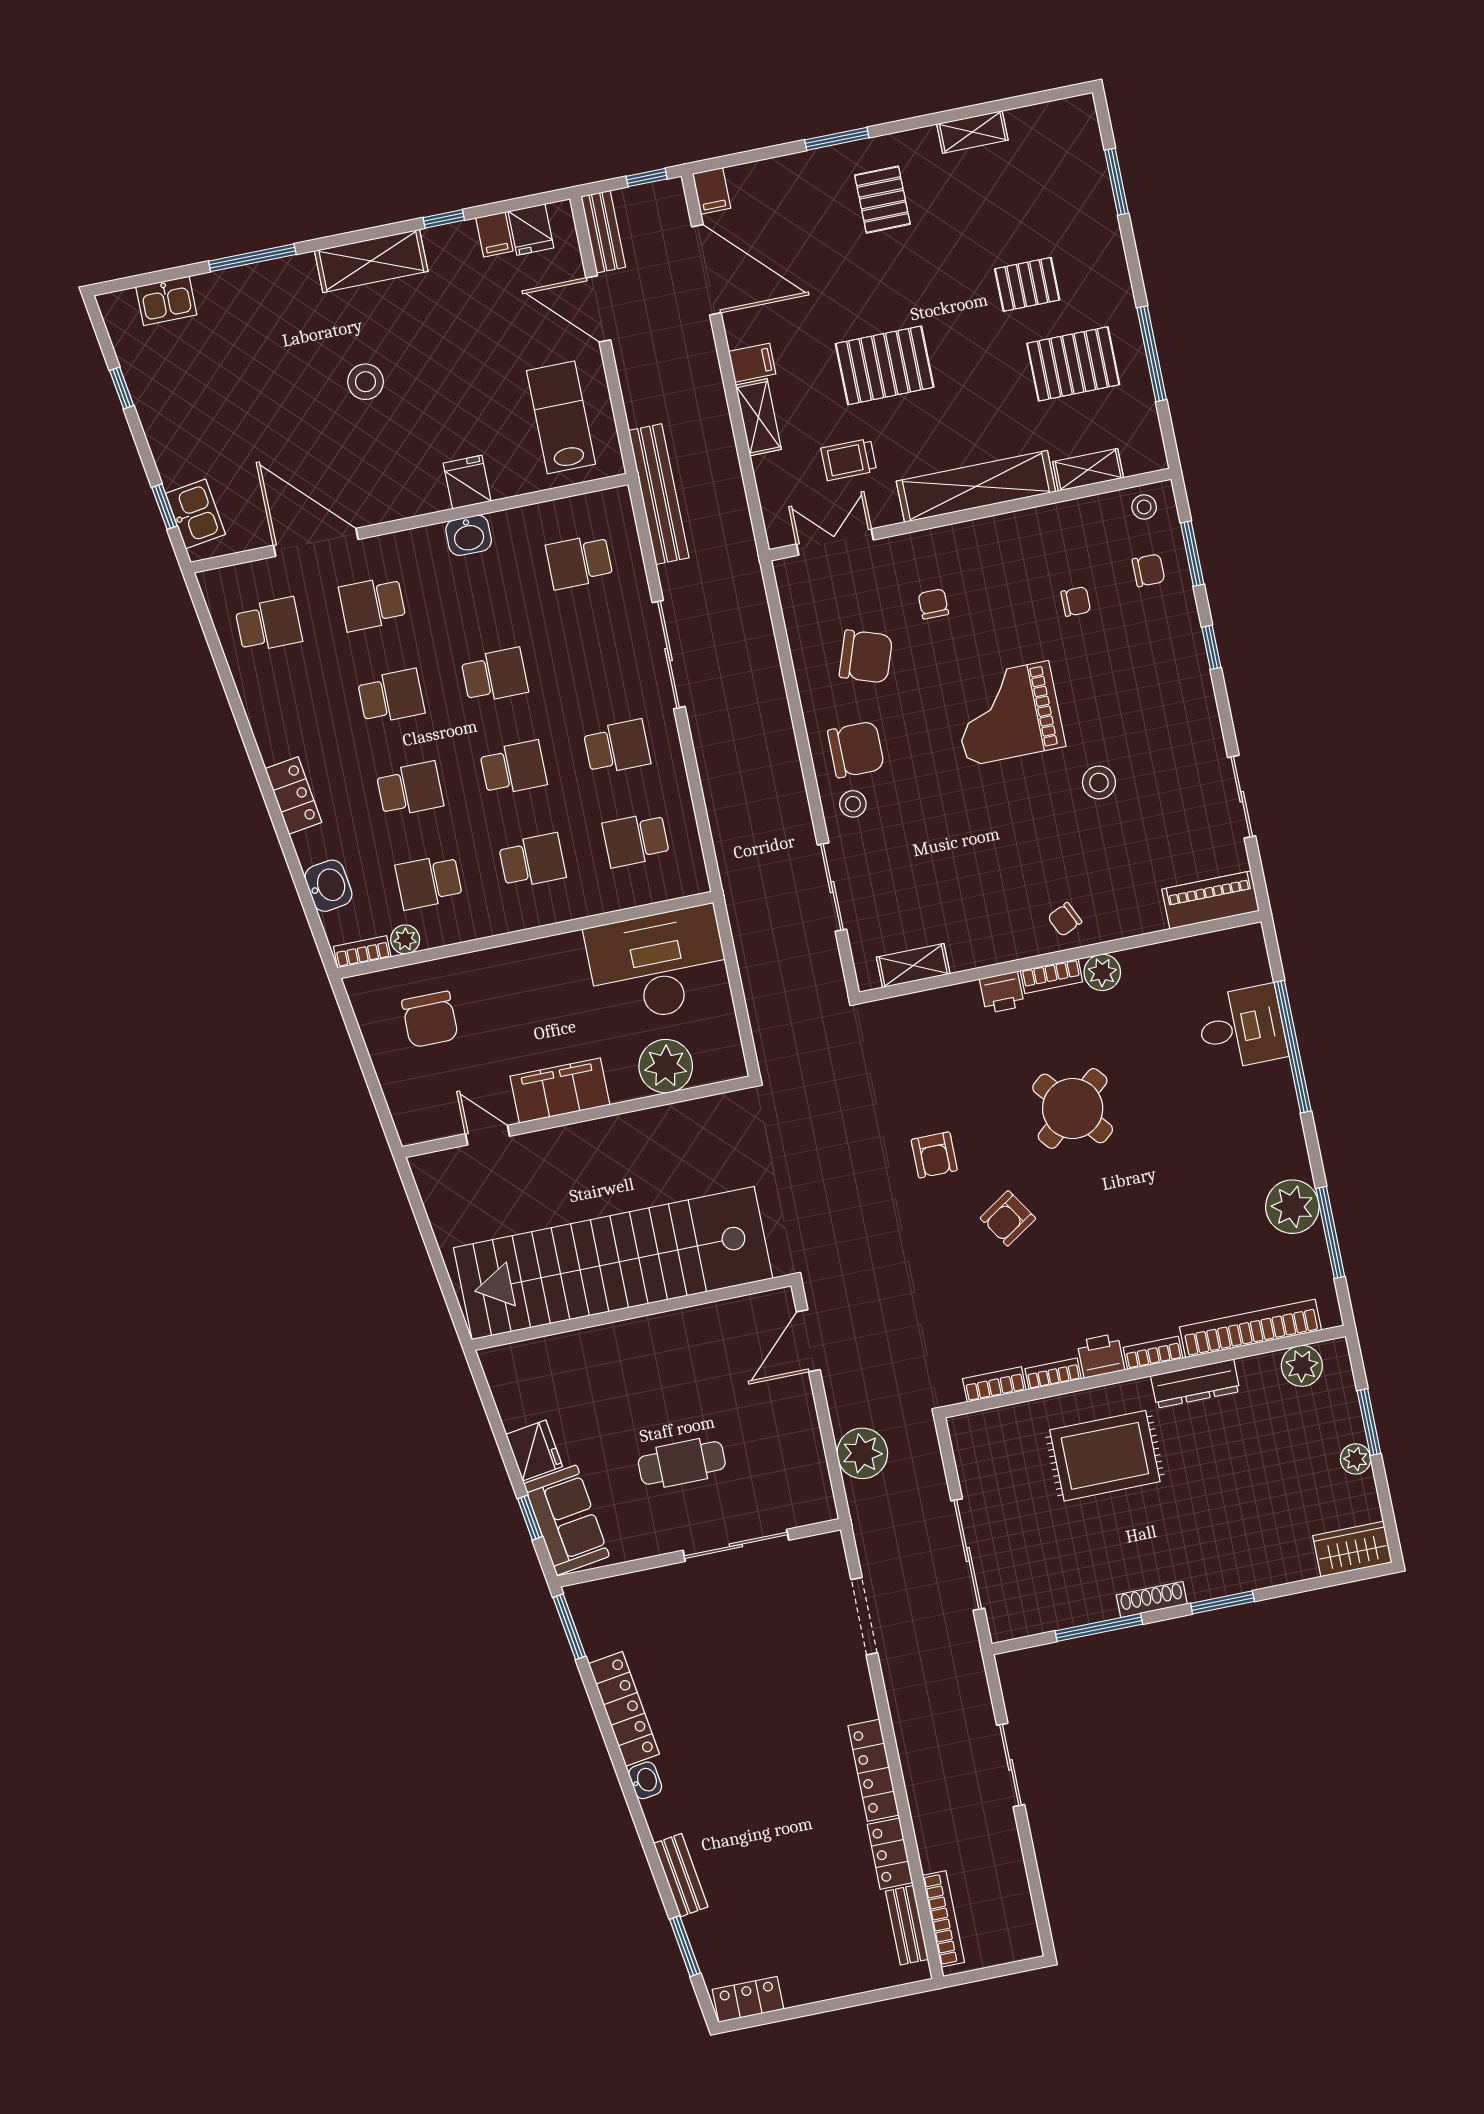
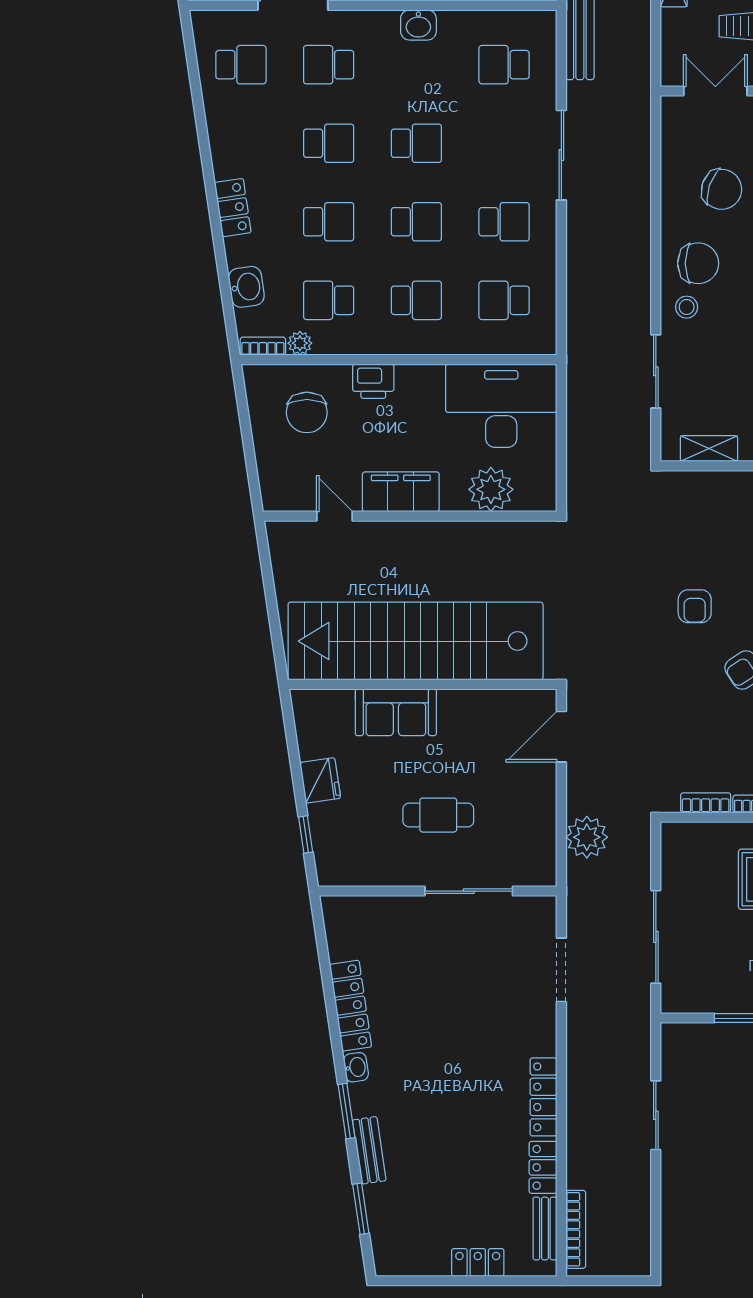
printer: (501, 967) -> (373, 381), added
sofa: (567, 1520) -> (396, 712), moved, turned 98
window: (569, 1627) -> (346, 1111), moved
locker: (748, 1999) -> (478, 1262), moved

